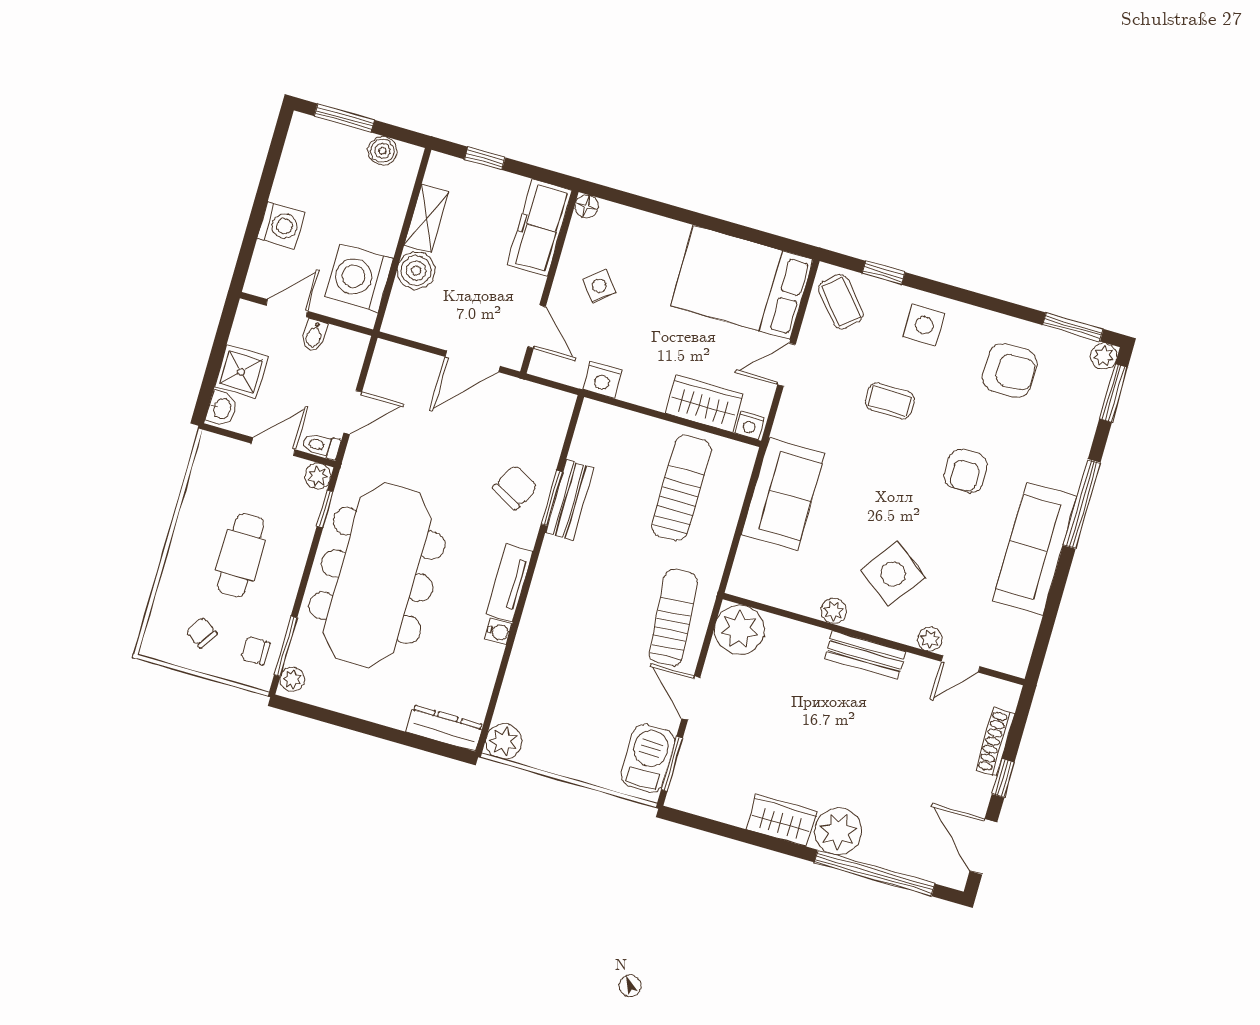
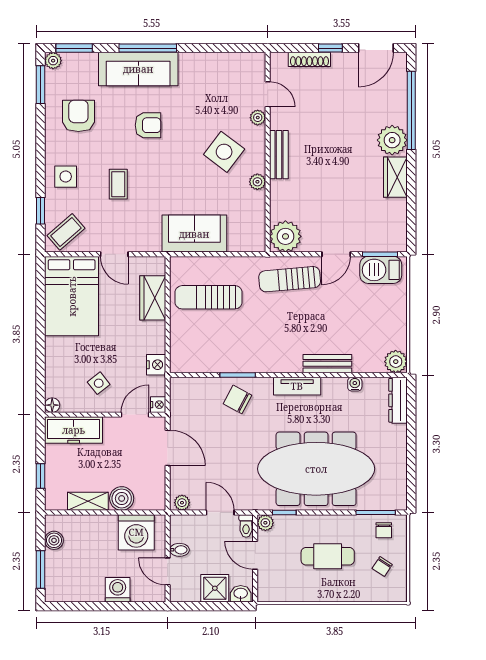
nightstand: (750, 425) -> (158, 405), moved
bench: (570, 500) -> (327, 364), moved
sofa: (1035, 549) -> (138, 69), moved
water cooler: (498, 632) -> (355, 384), moved
plant: (292, 679) -> (182, 503), moved

